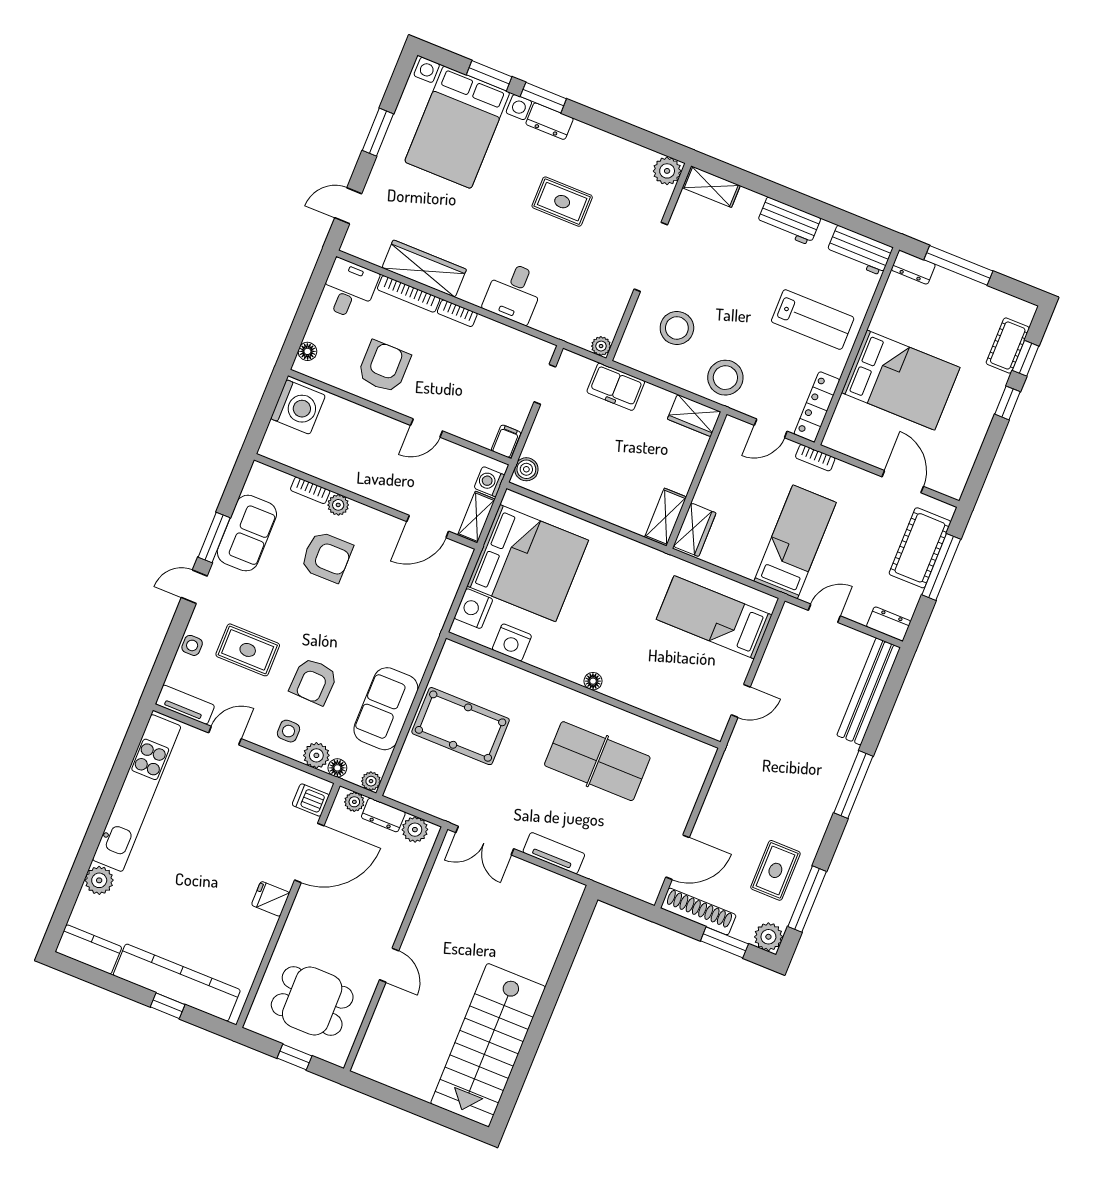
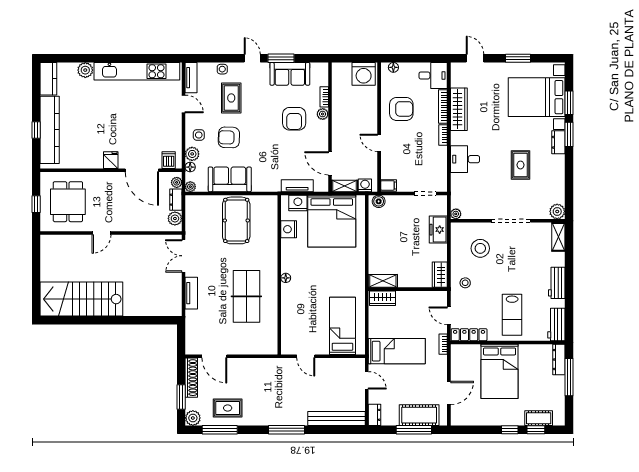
dresser: (913, 267) -> (559, 360), width x1.44
stool: (725, 378) -> (465, 283), width x0.53, depth x0.53
tv unit: (443, 598) -> (297, 186), added

